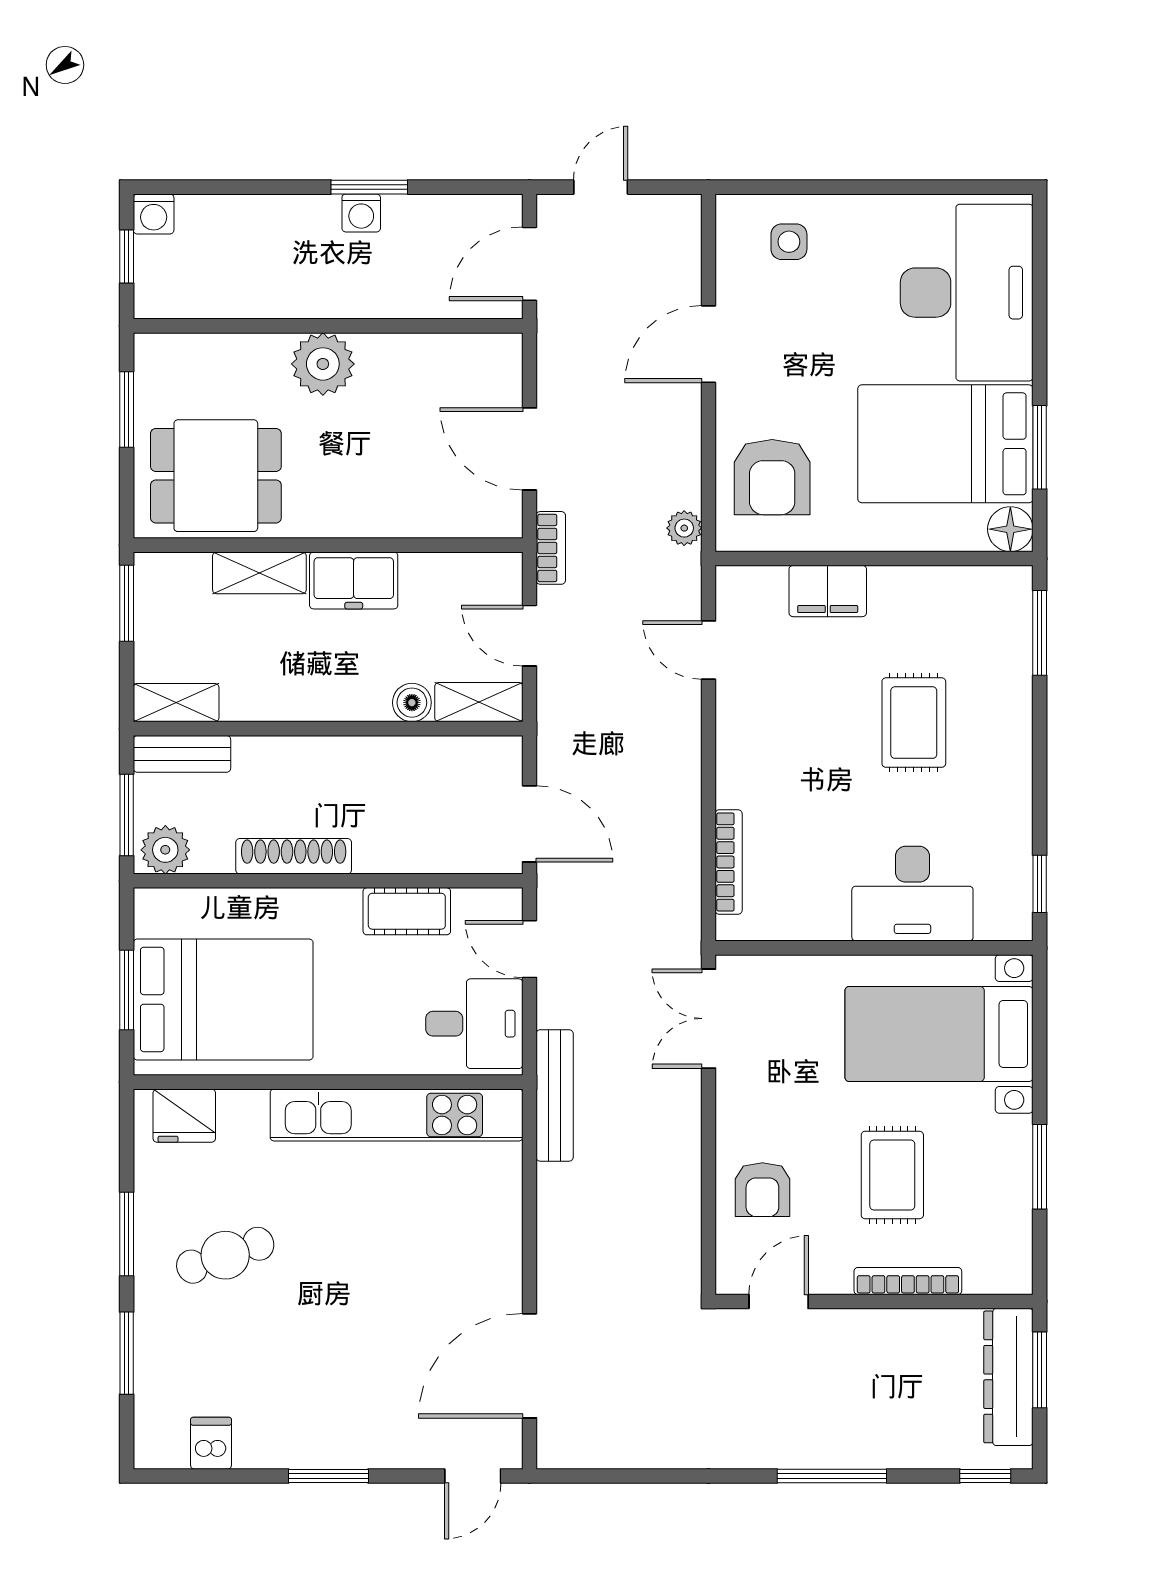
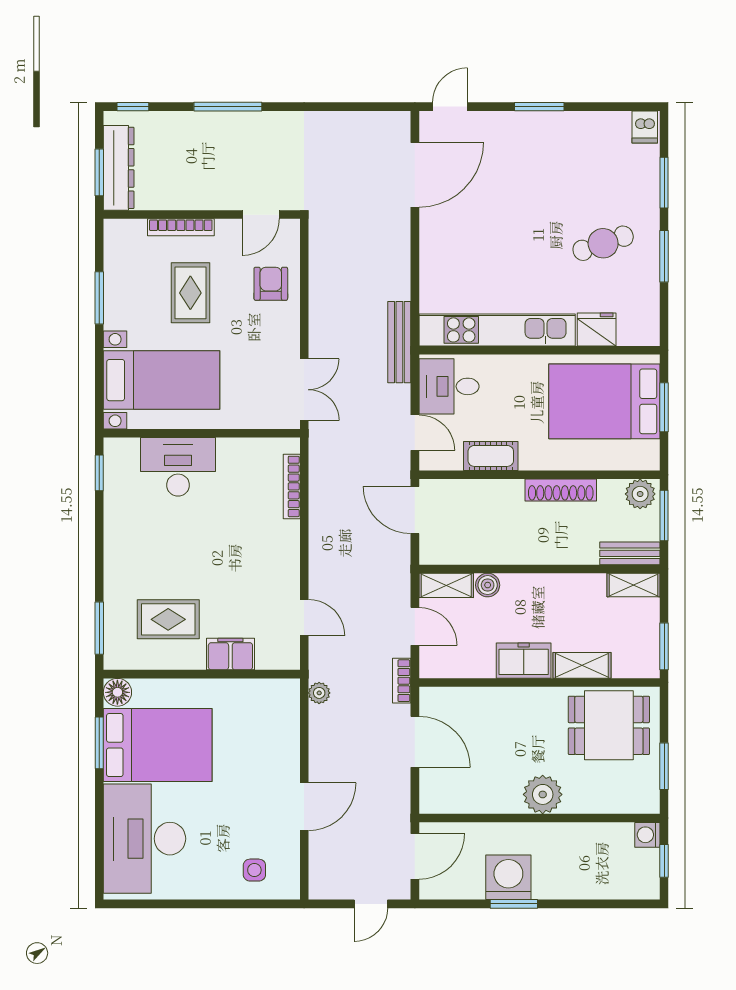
washing machine: (361, 213) -> (508, 877), width x1.89, depth x1.89
washing machine: (154, 214) -> (647, 835), moved, turned -90
armchair: (772, 477) -> (265, 724), removed
rug: (914, 723) -> (168, 619), moved, turned 90
fridge: (184, 1116) -> (597, 330), moved
dishwasher: (211, 1443) -> (645, 127), moved

